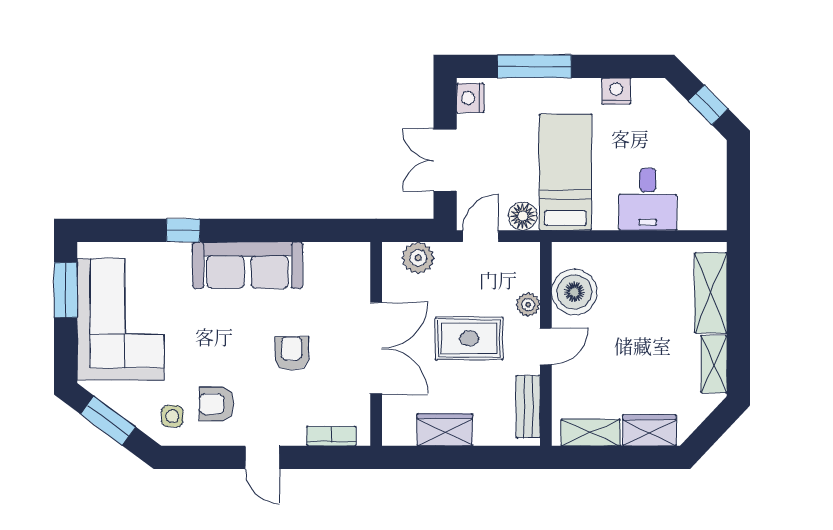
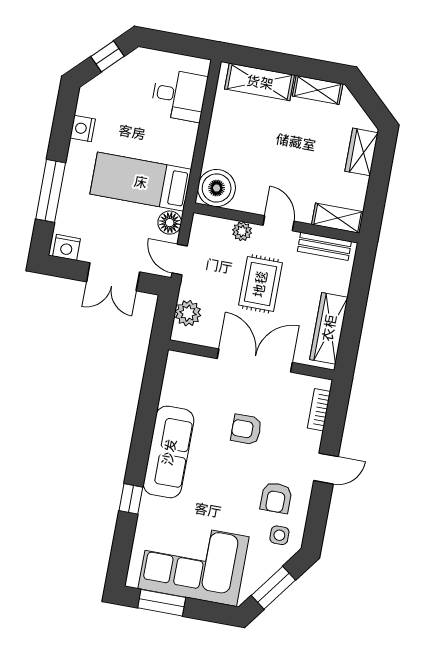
desk: (648, 199) -> (179, 95), moved
boiler: (574, 292) -> (217, 188), moved
wardrobe: (445, 430) -> (329, 328), width x1.50
shelving: (591, 433) -> (338, 218), moved, turned 90

